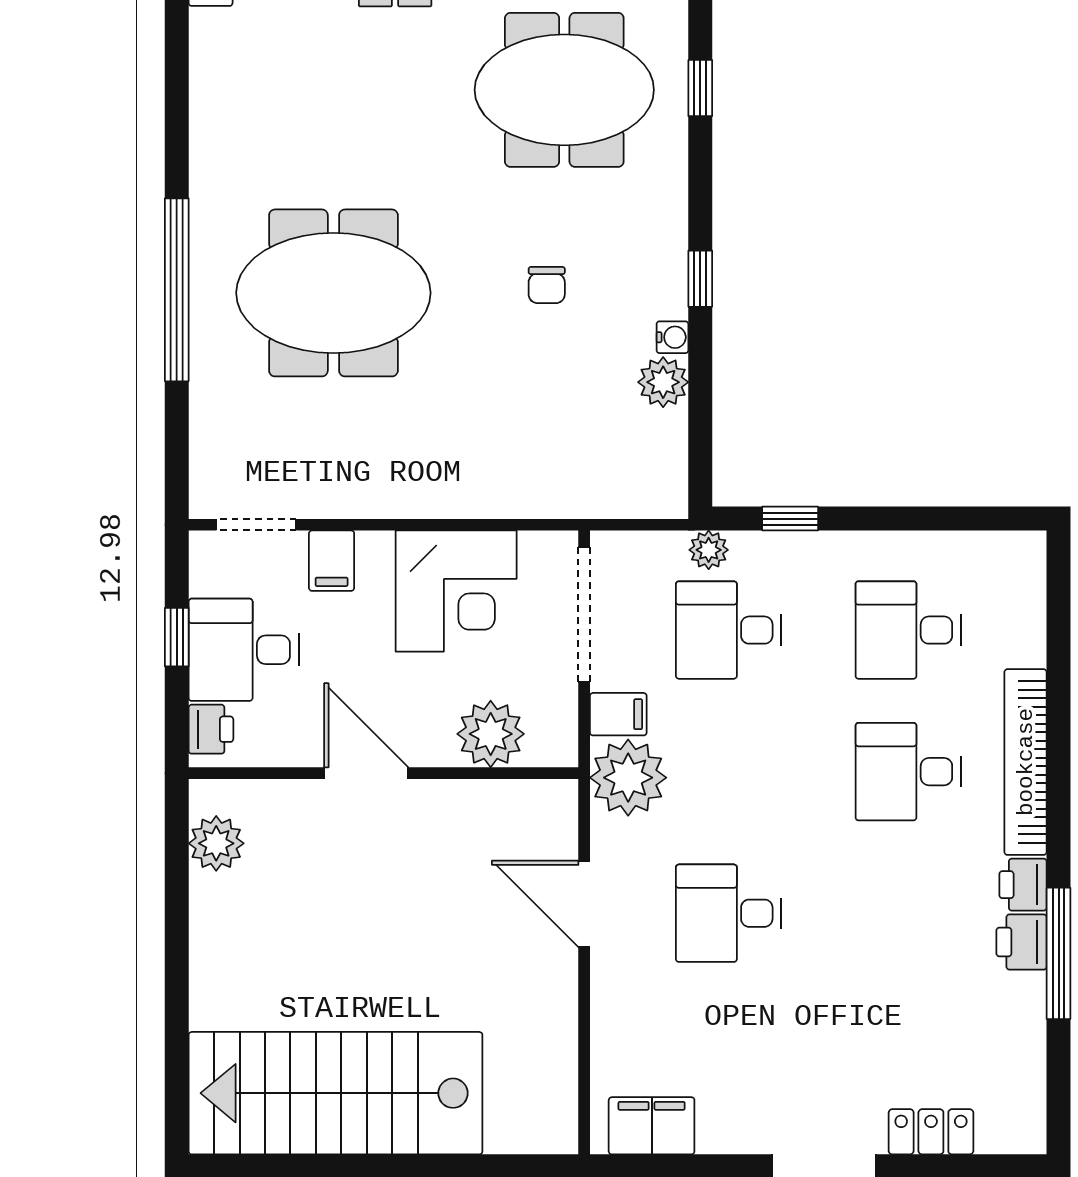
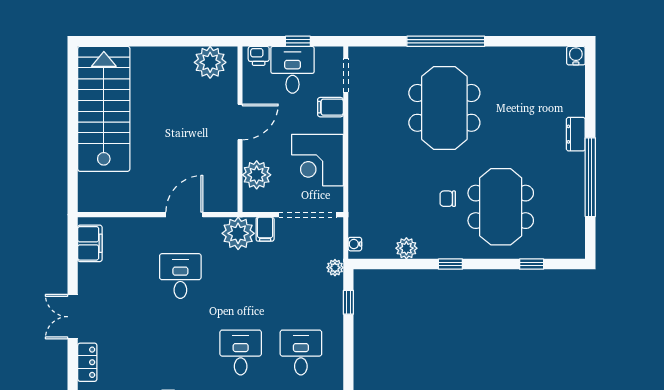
meeting table: (564, 90) -> (501, 207), moved
water cooler: (672, 337) -> (355, 244), moved, turned 90
desk: (728, 630) -> (301, 276), removed
plant: (216, 843) -> (210, 62), width x1.36, depth x1.36

